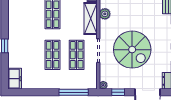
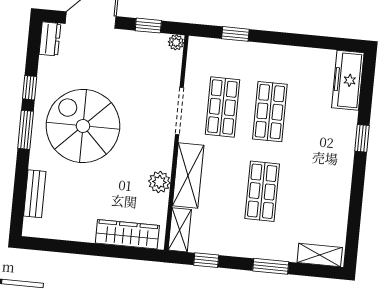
spiral stairs: (132, 50) -> (83, 126), moved
freezer: (15, 79) -> (348, 80), width x1.40
window: (74, 92) -> (235, 34), width x0.46

